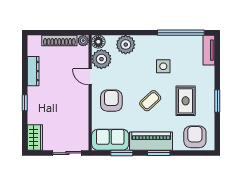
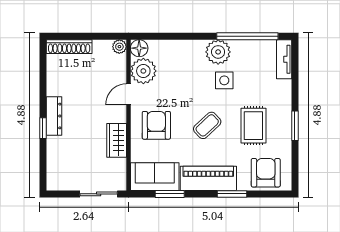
shoe rack: (59, 41) -> (69, 47), moved
plant: (126, 45) -> (218, 52), moved
dresser: (33, 71) -> (54, 116), moved
door: (90, 77) -> (129, 94), hinge flipped
wardrobe: (35, 137) -> (117, 140), moved, turned 180
window: (159, 153) -> (232, 194), moved

